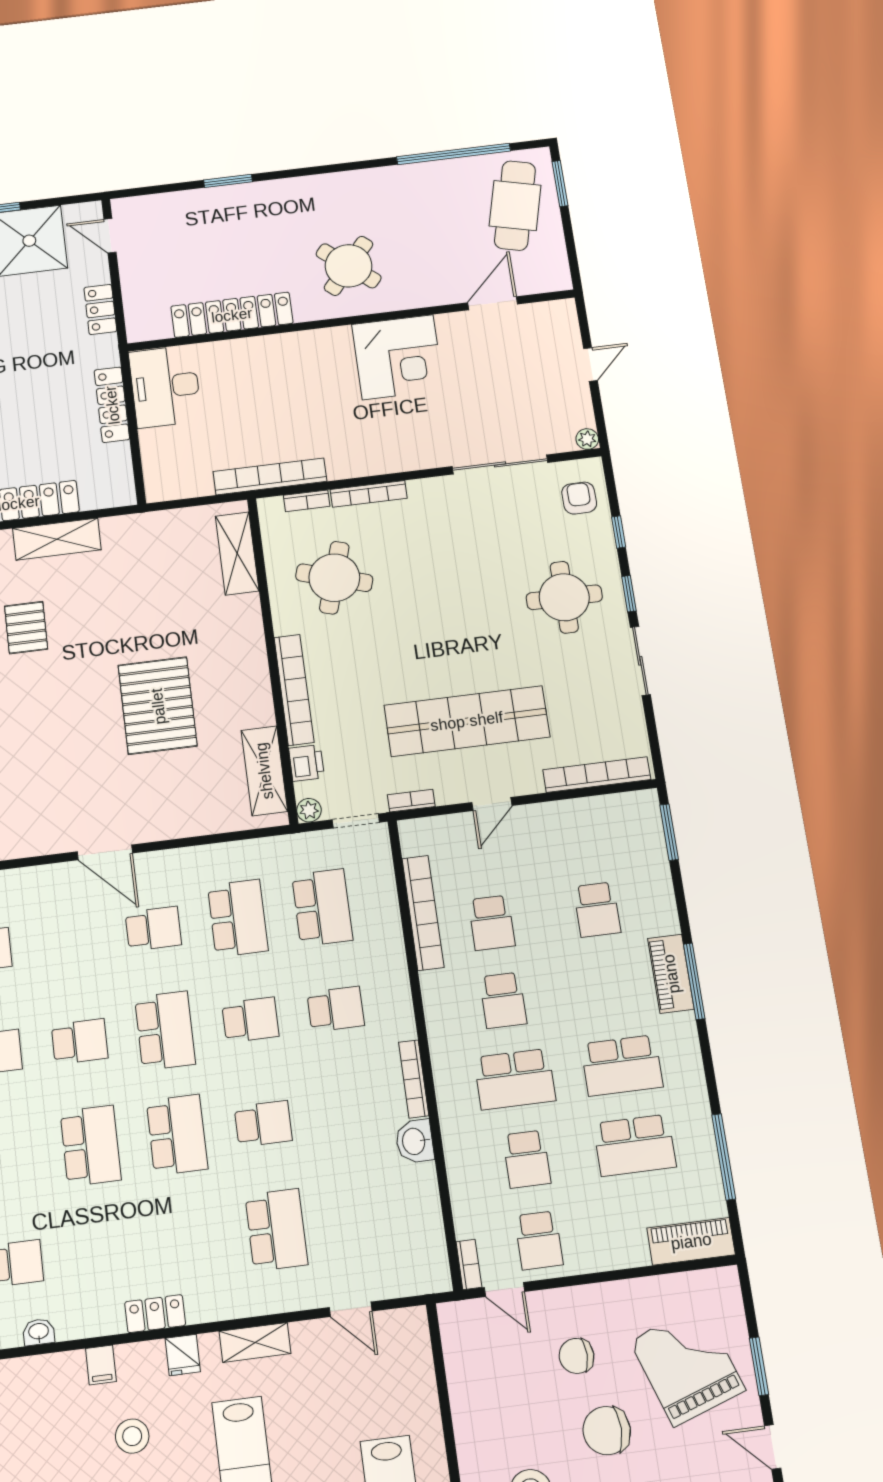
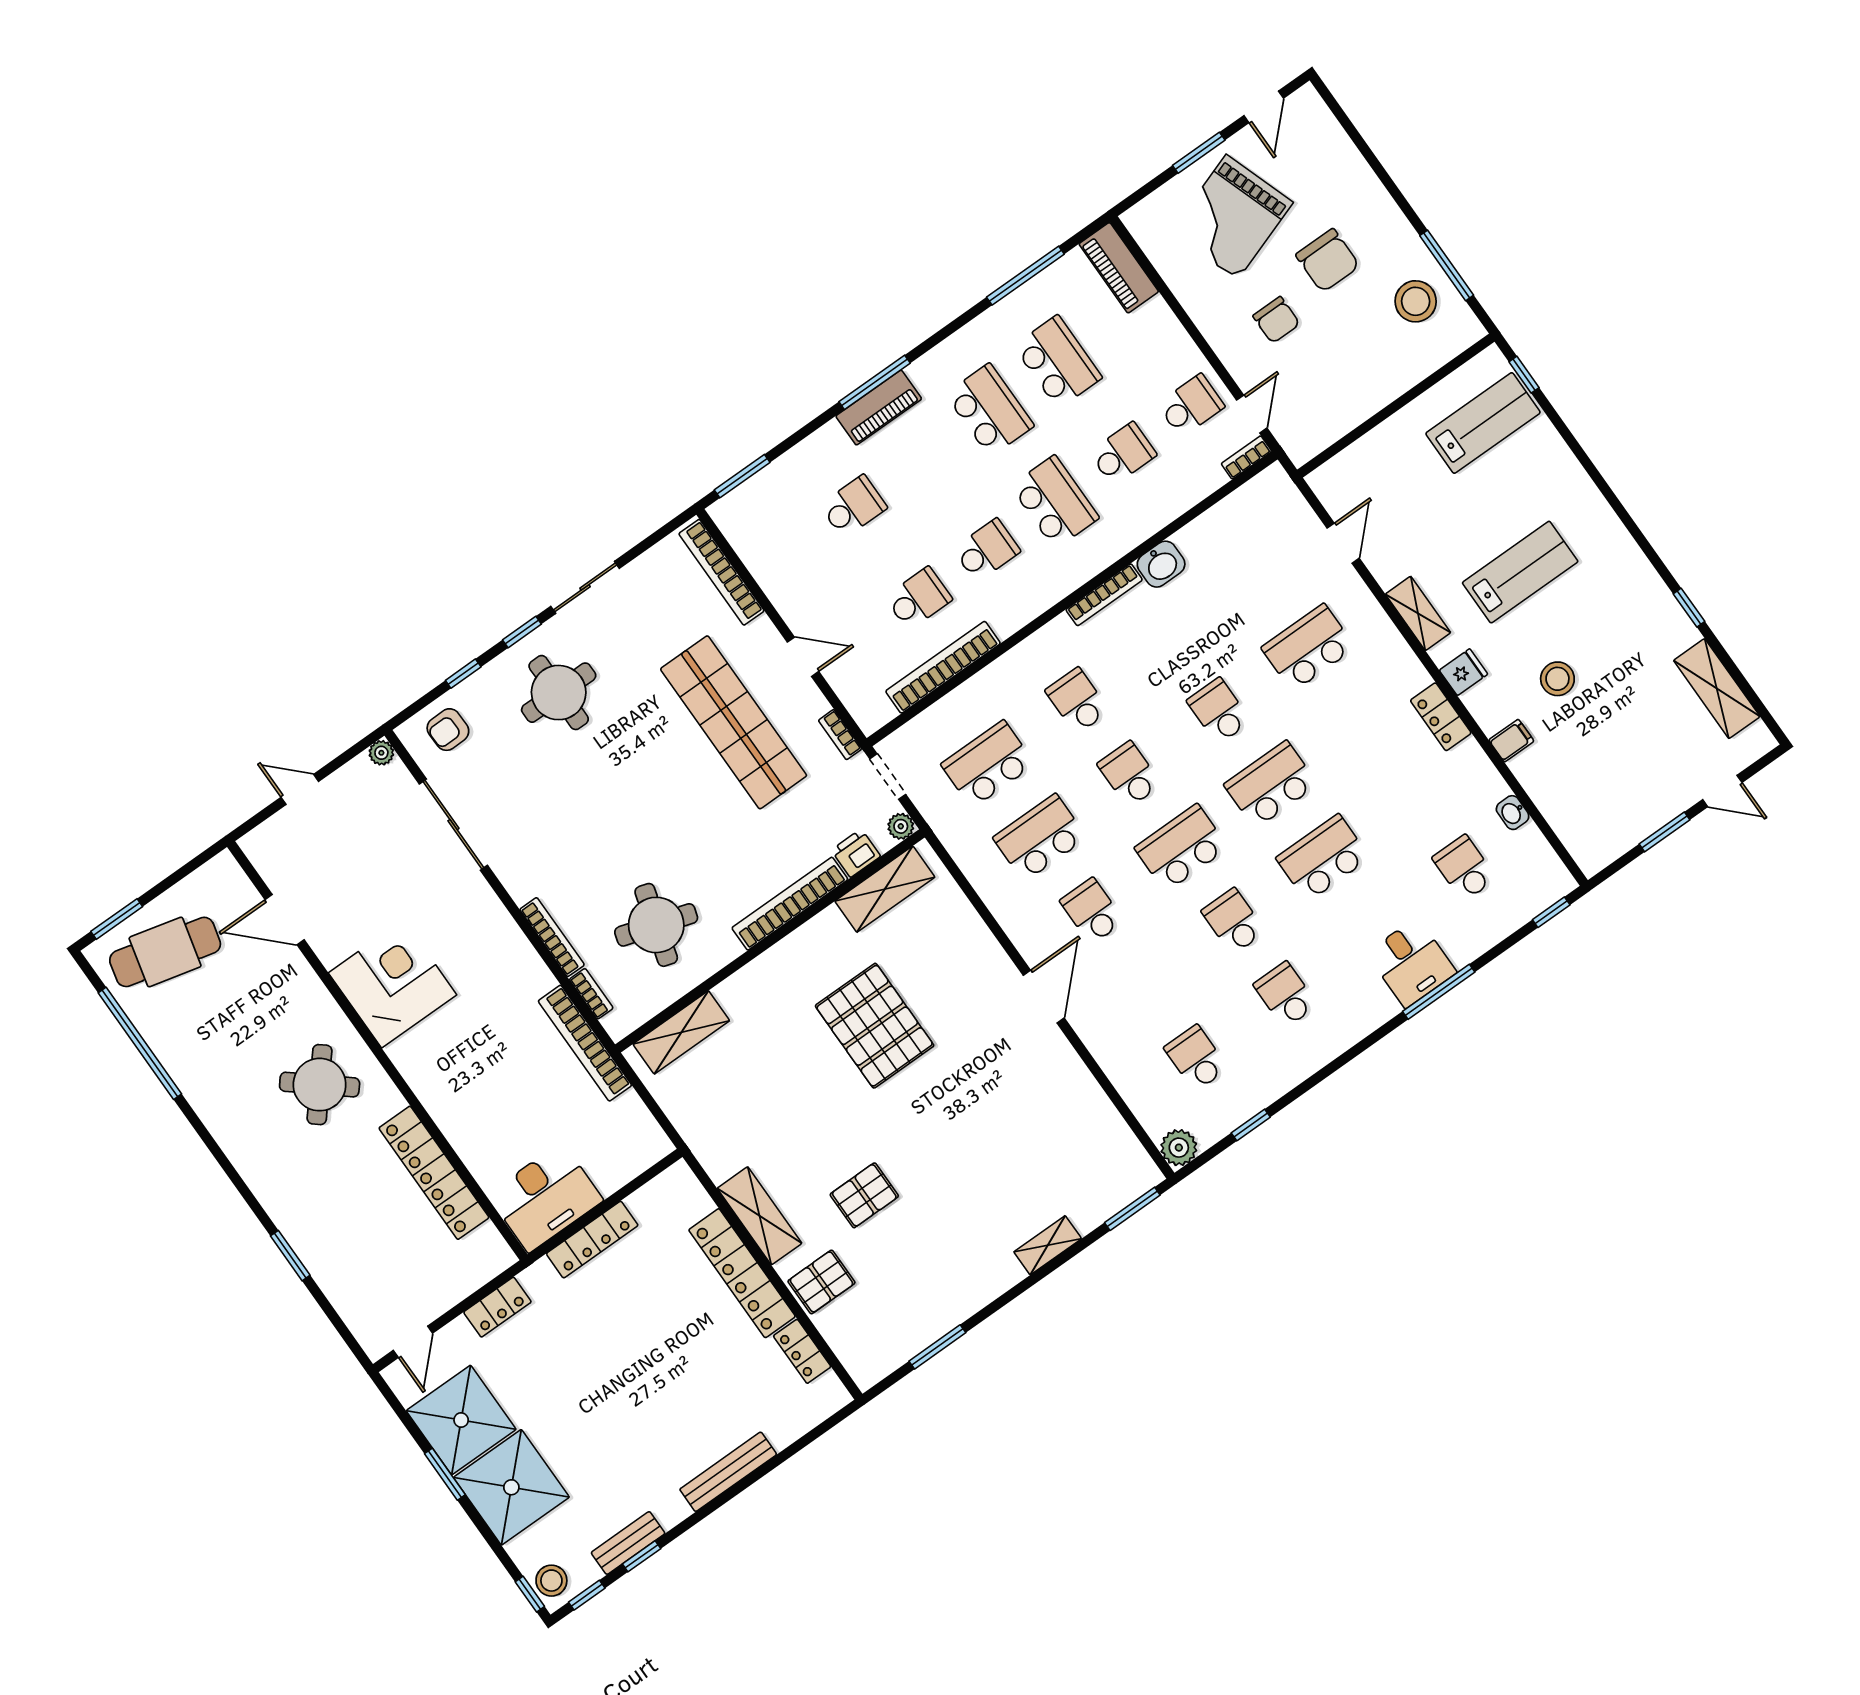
pallet: (158, 706) -> (875, 1026), turned 90

